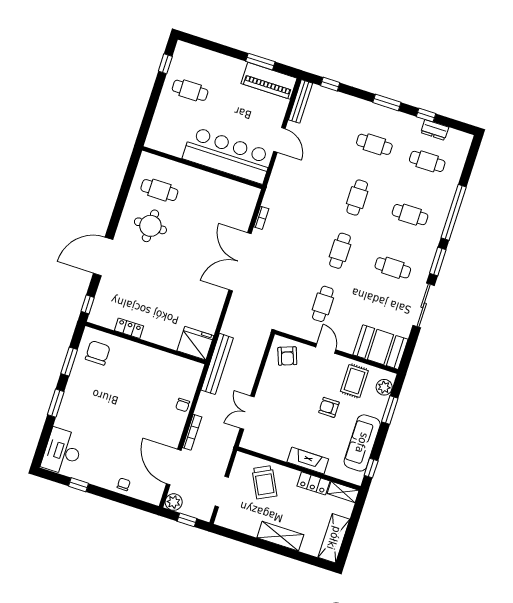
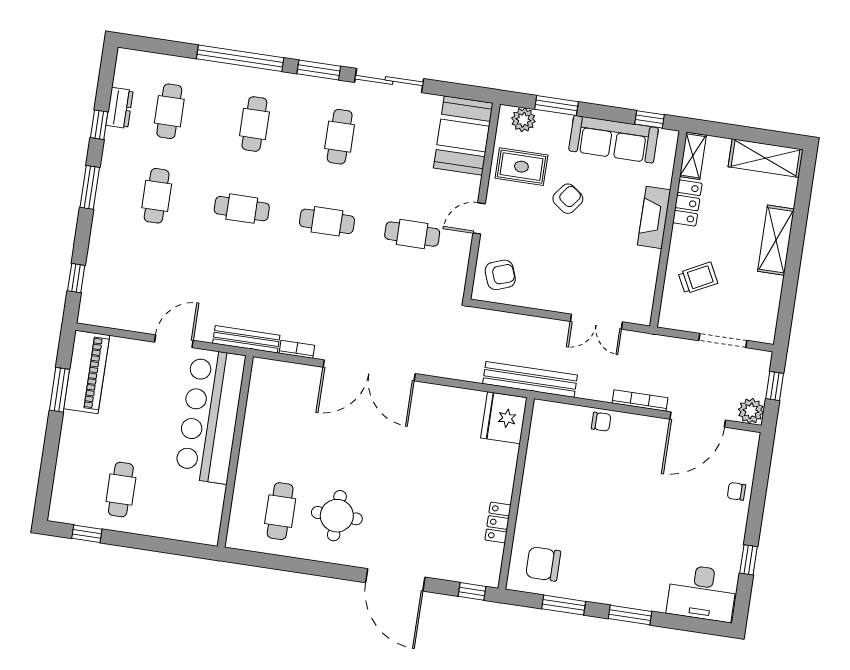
bench: (300, 101) -> (246, 339), moved
armchair: (329, 407) -> (568, 199), turned -143
trolley: (264, 482) -> (698, 278), width x0.73, depth x0.72

